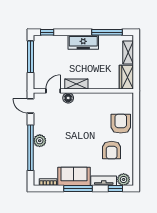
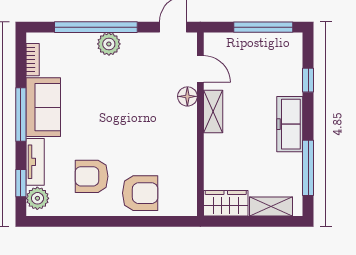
window: (47, 32) -> (308, 80), moved

